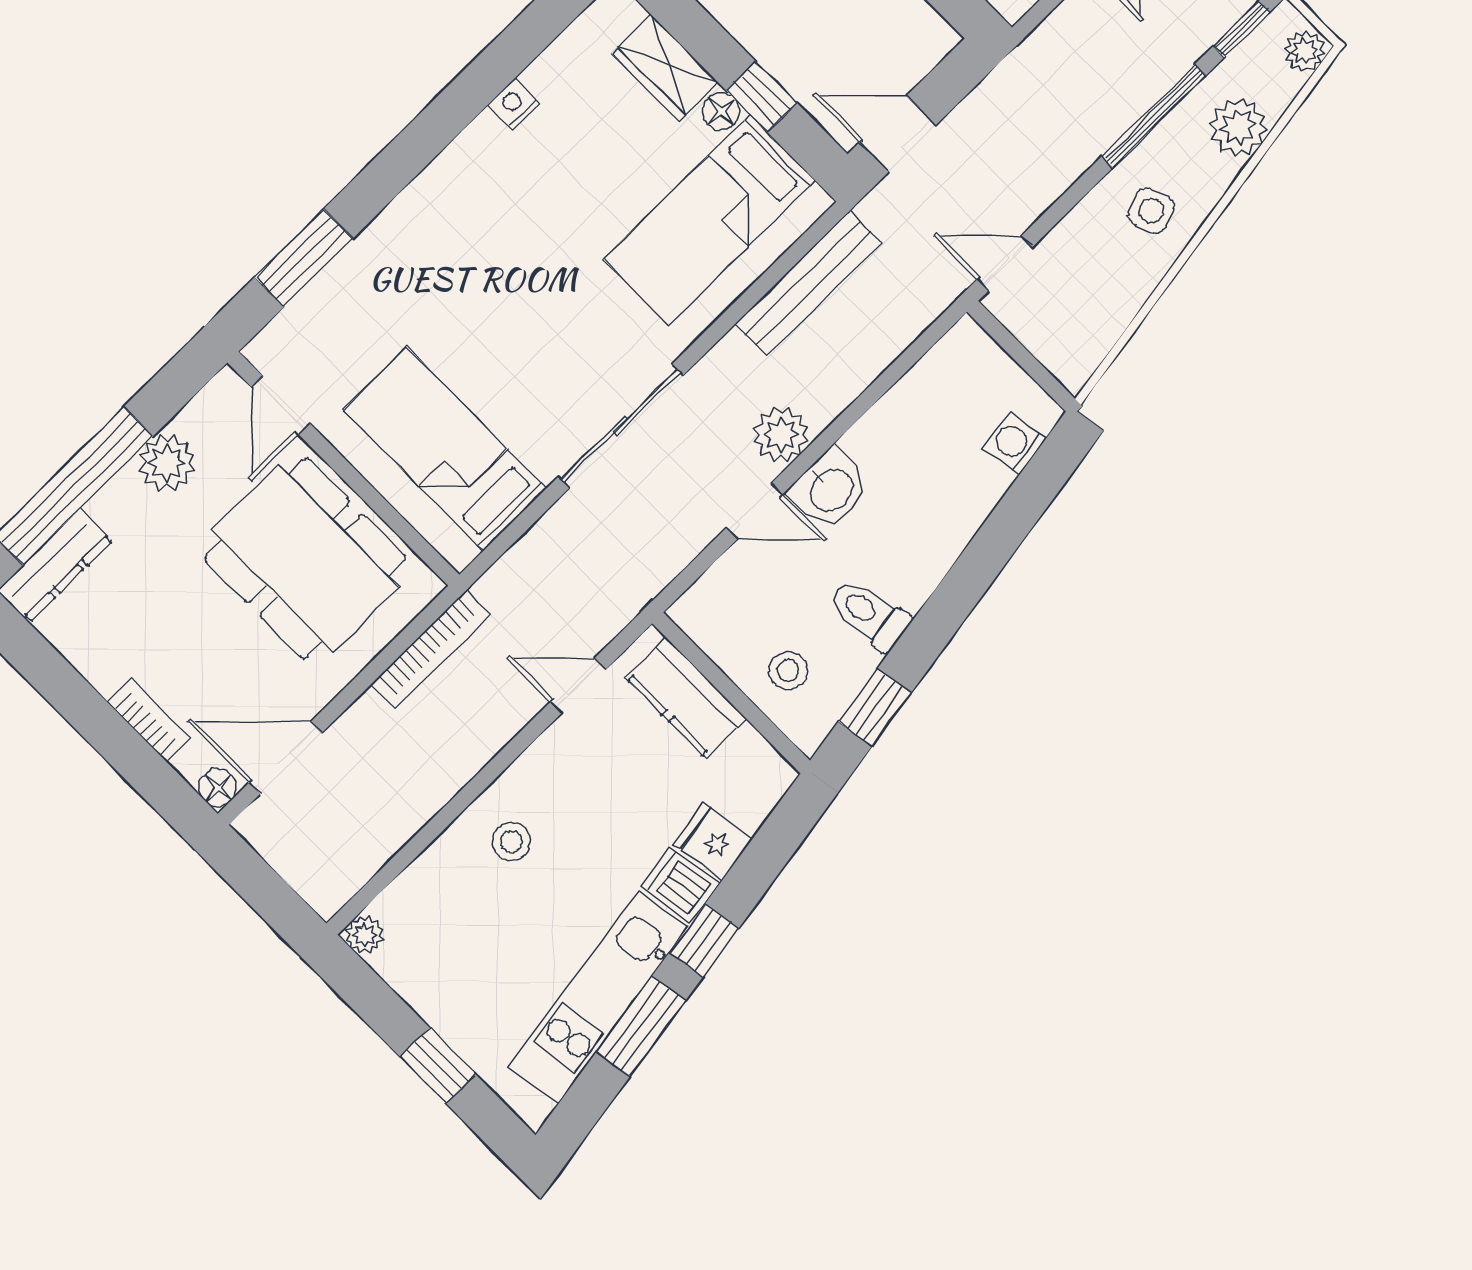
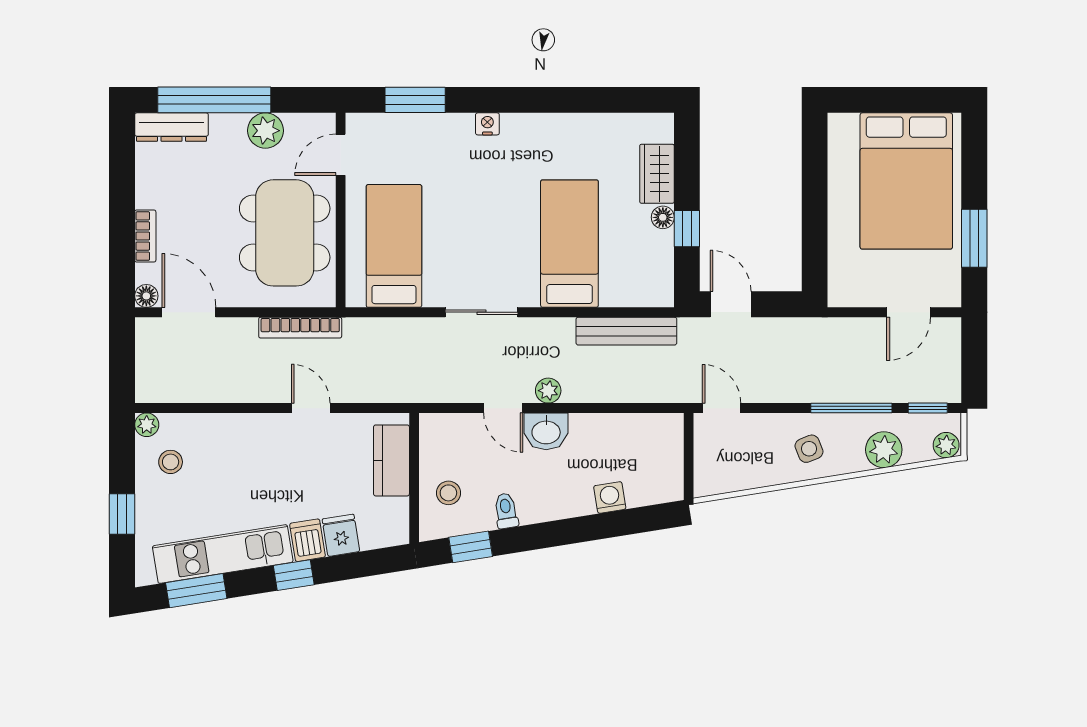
nightstand: (514, 104) -> (487, 124), moved
bed: (709, 220) -> (569, 244), moved, turned 90
sliding door: (621, 426) -> (482, 312), width x0.73
plant: (781, 435) -> (548, 391), width x0.73, depth x0.73
washing machine: (1014, 443) -> (610, 497), moved
toilet: (869, 614) -> (506, 511), width x0.73, depth x0.72
door: (578, 686) -> (311, 408), moved
stool: (511, 841) -> (171, 462), moved
window: (641, 1026) -> (196, 591), moved

